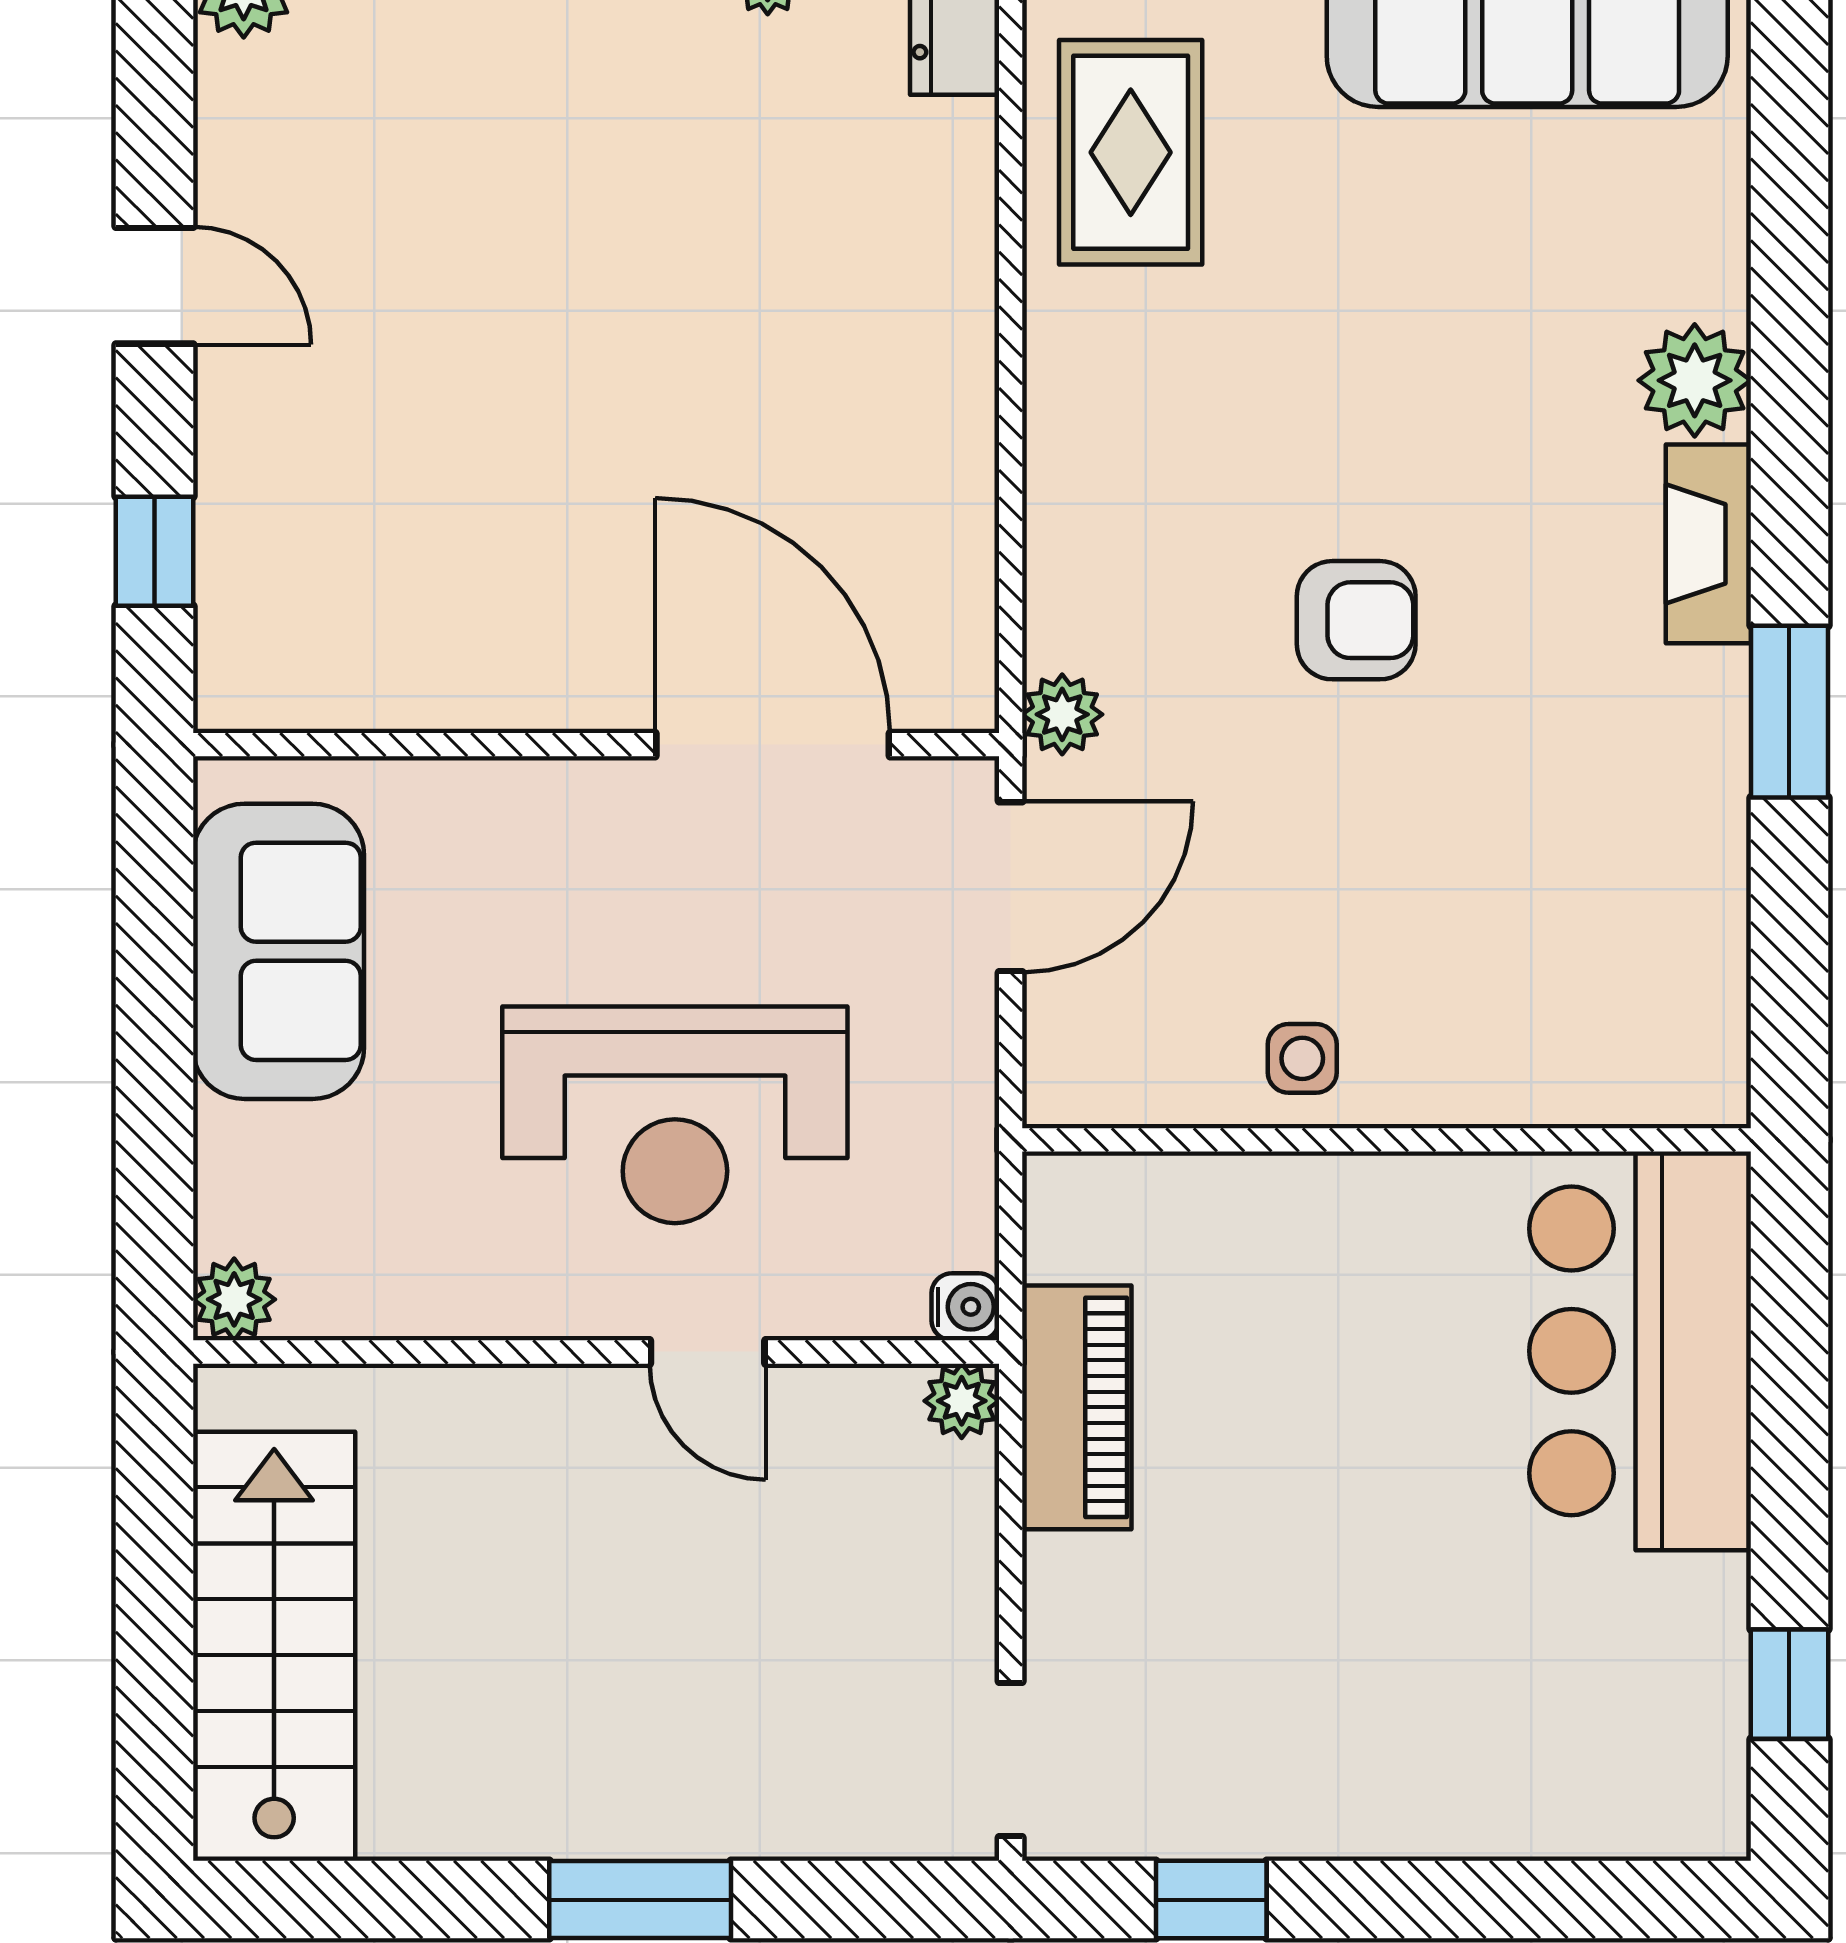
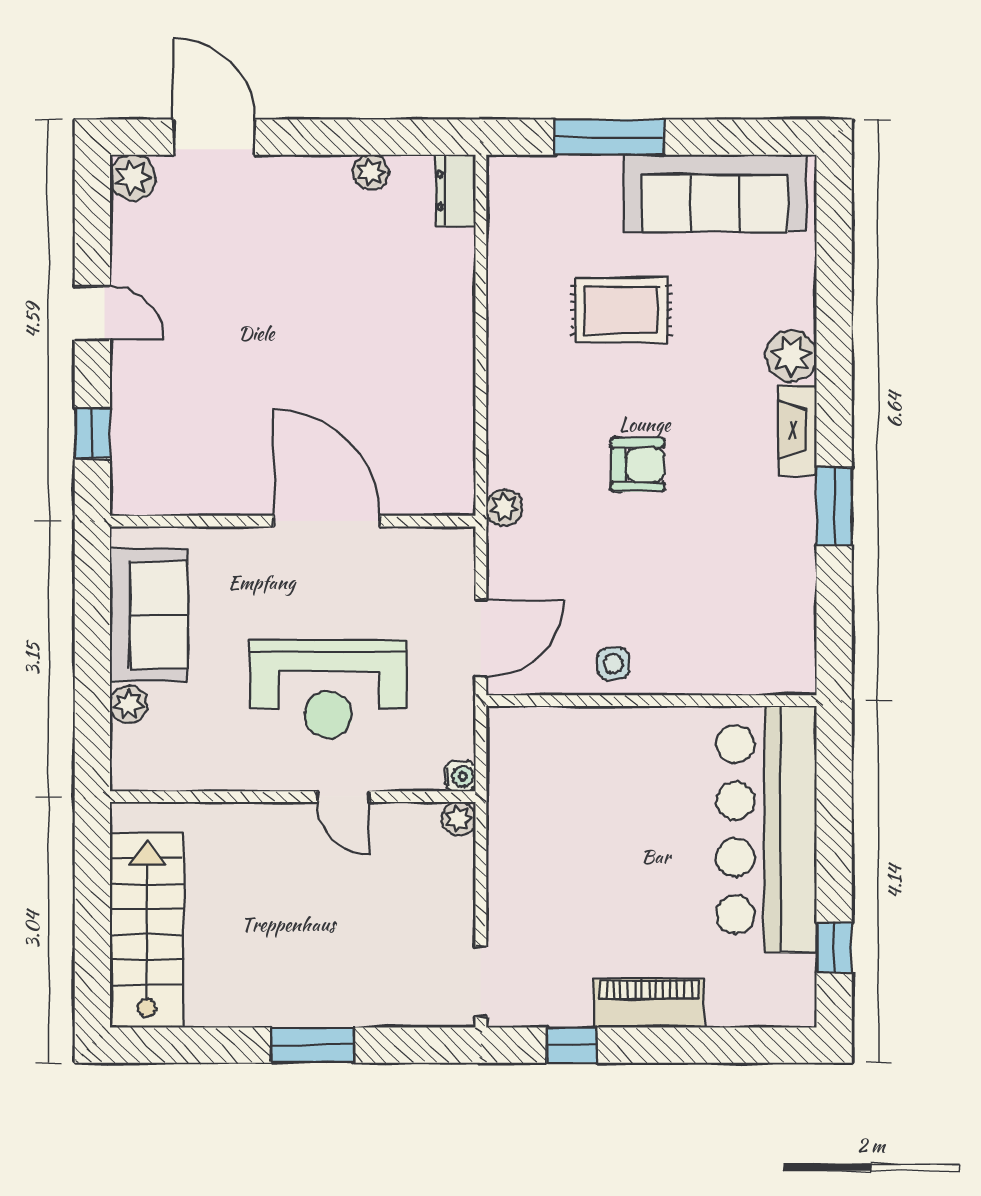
rug: (1131, 152) -> (621, 310), moved, turned 90
door: (773, 745) -> (327, 521), moved
door: (1011, 887) -> (481, 638), moved
plant: (234, 1299) -> (129, 704), moved
bar counter: (1640, 1351) -> (766, 829), width x1.36
piano: (1077, 1407) -> (649, 1003), moved, turned -90

